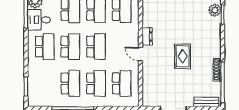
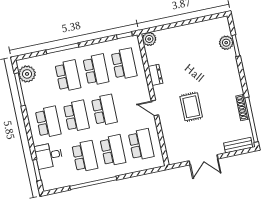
desk: (39, 20) -> (49, 156), moved
dresser: (147, 36) -> (155, 75), moved
rug: (183, 56) -> (191, 107), moved

